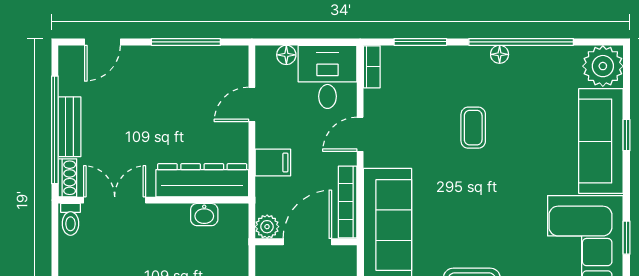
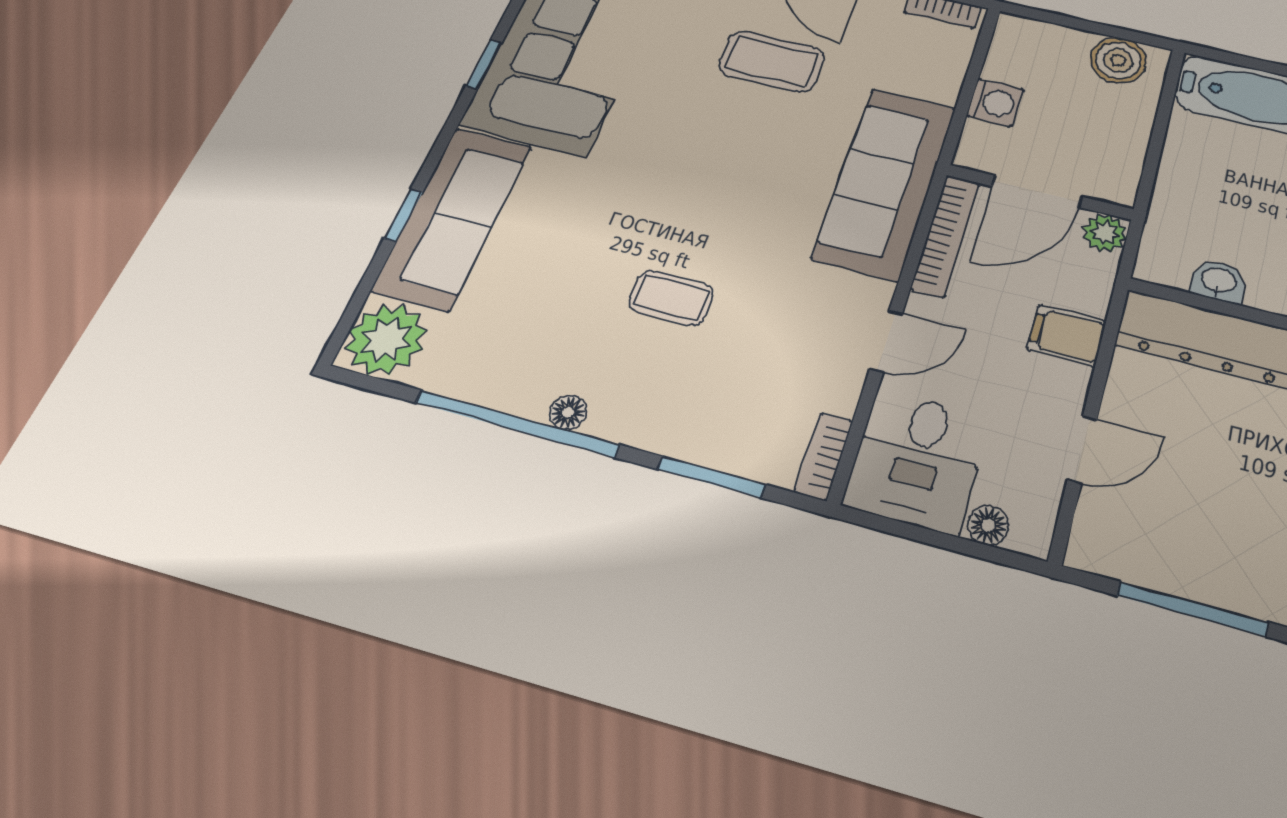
coffee table: (473, 128) -> (671, 298), turned 90

